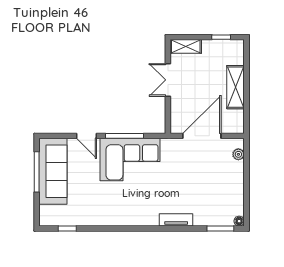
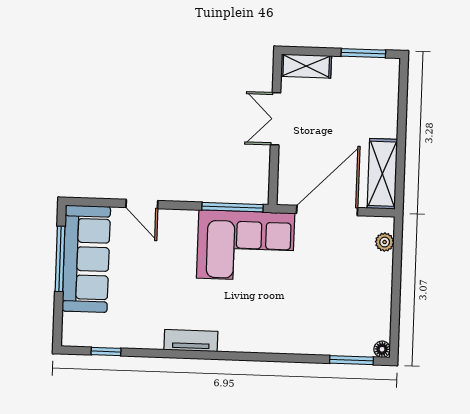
window: (221, 37) -> (363, 53), width x1.50
shelving: (236, 87) -> (382, 174), moved
window: (125, 136) -> (232, 207), moved
corner sofa: (130, 160) -> (246, 246), moved
tv unit: (176, 220) -> (191, 341), moved

